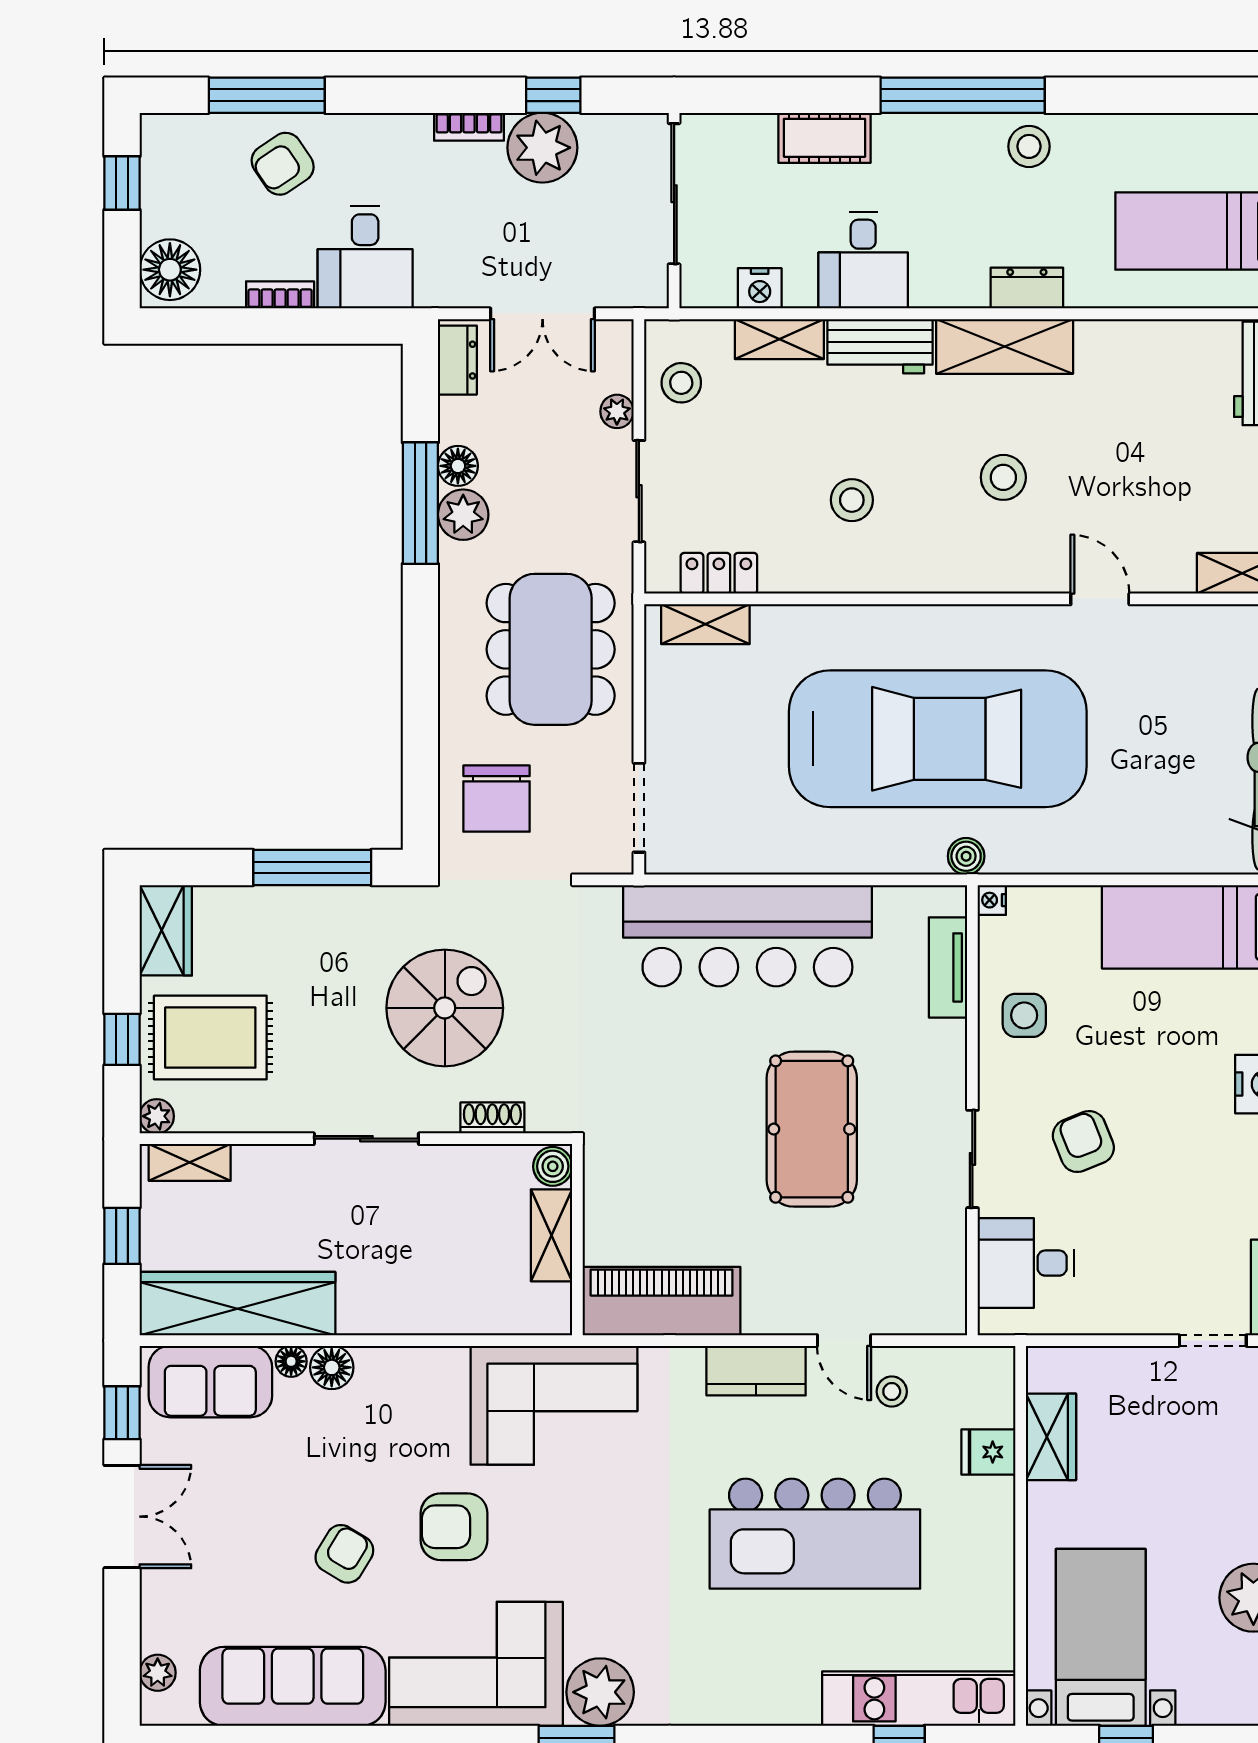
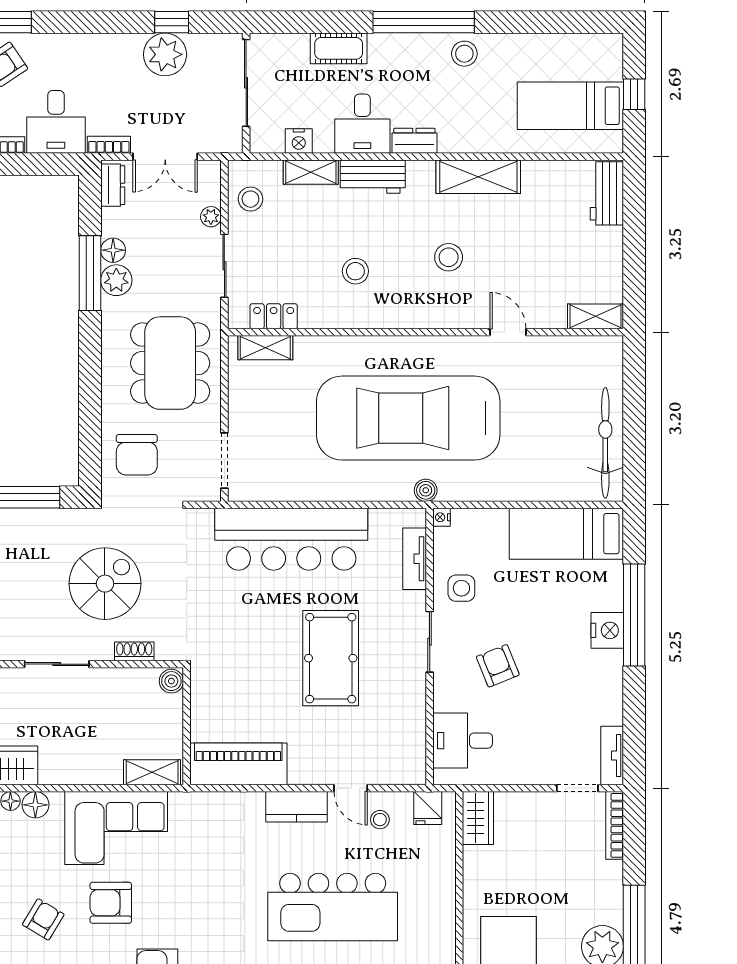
bookcase: (469, 127) -> (109, 145), moved, turned 180
dresser: (1027, 288) -> (414, 141), moved
shelving: (1005, 346) -> (478, 177), moved
car: (938, 739) -> (408, 418), turned 180
sliding door: (972, 1159) -> (430, 642), moved
shelving: (552, 1235) -> (152, 772), moved, turned 90
corner sofa: (554, 1405) -> (116, 828), moved
wardrobe: (1051, 1437) -> (478, 818), moved
fridge: (988, 1452) -> (428, 808), moved, turned -90

